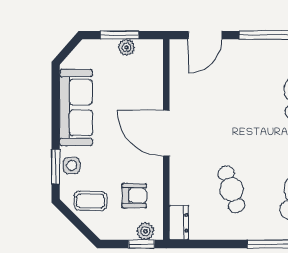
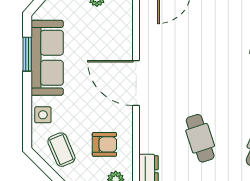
window: (56, 167) -> (27, 54), moved
coffee table: (90, 201) -> (61, 150), turned 66

